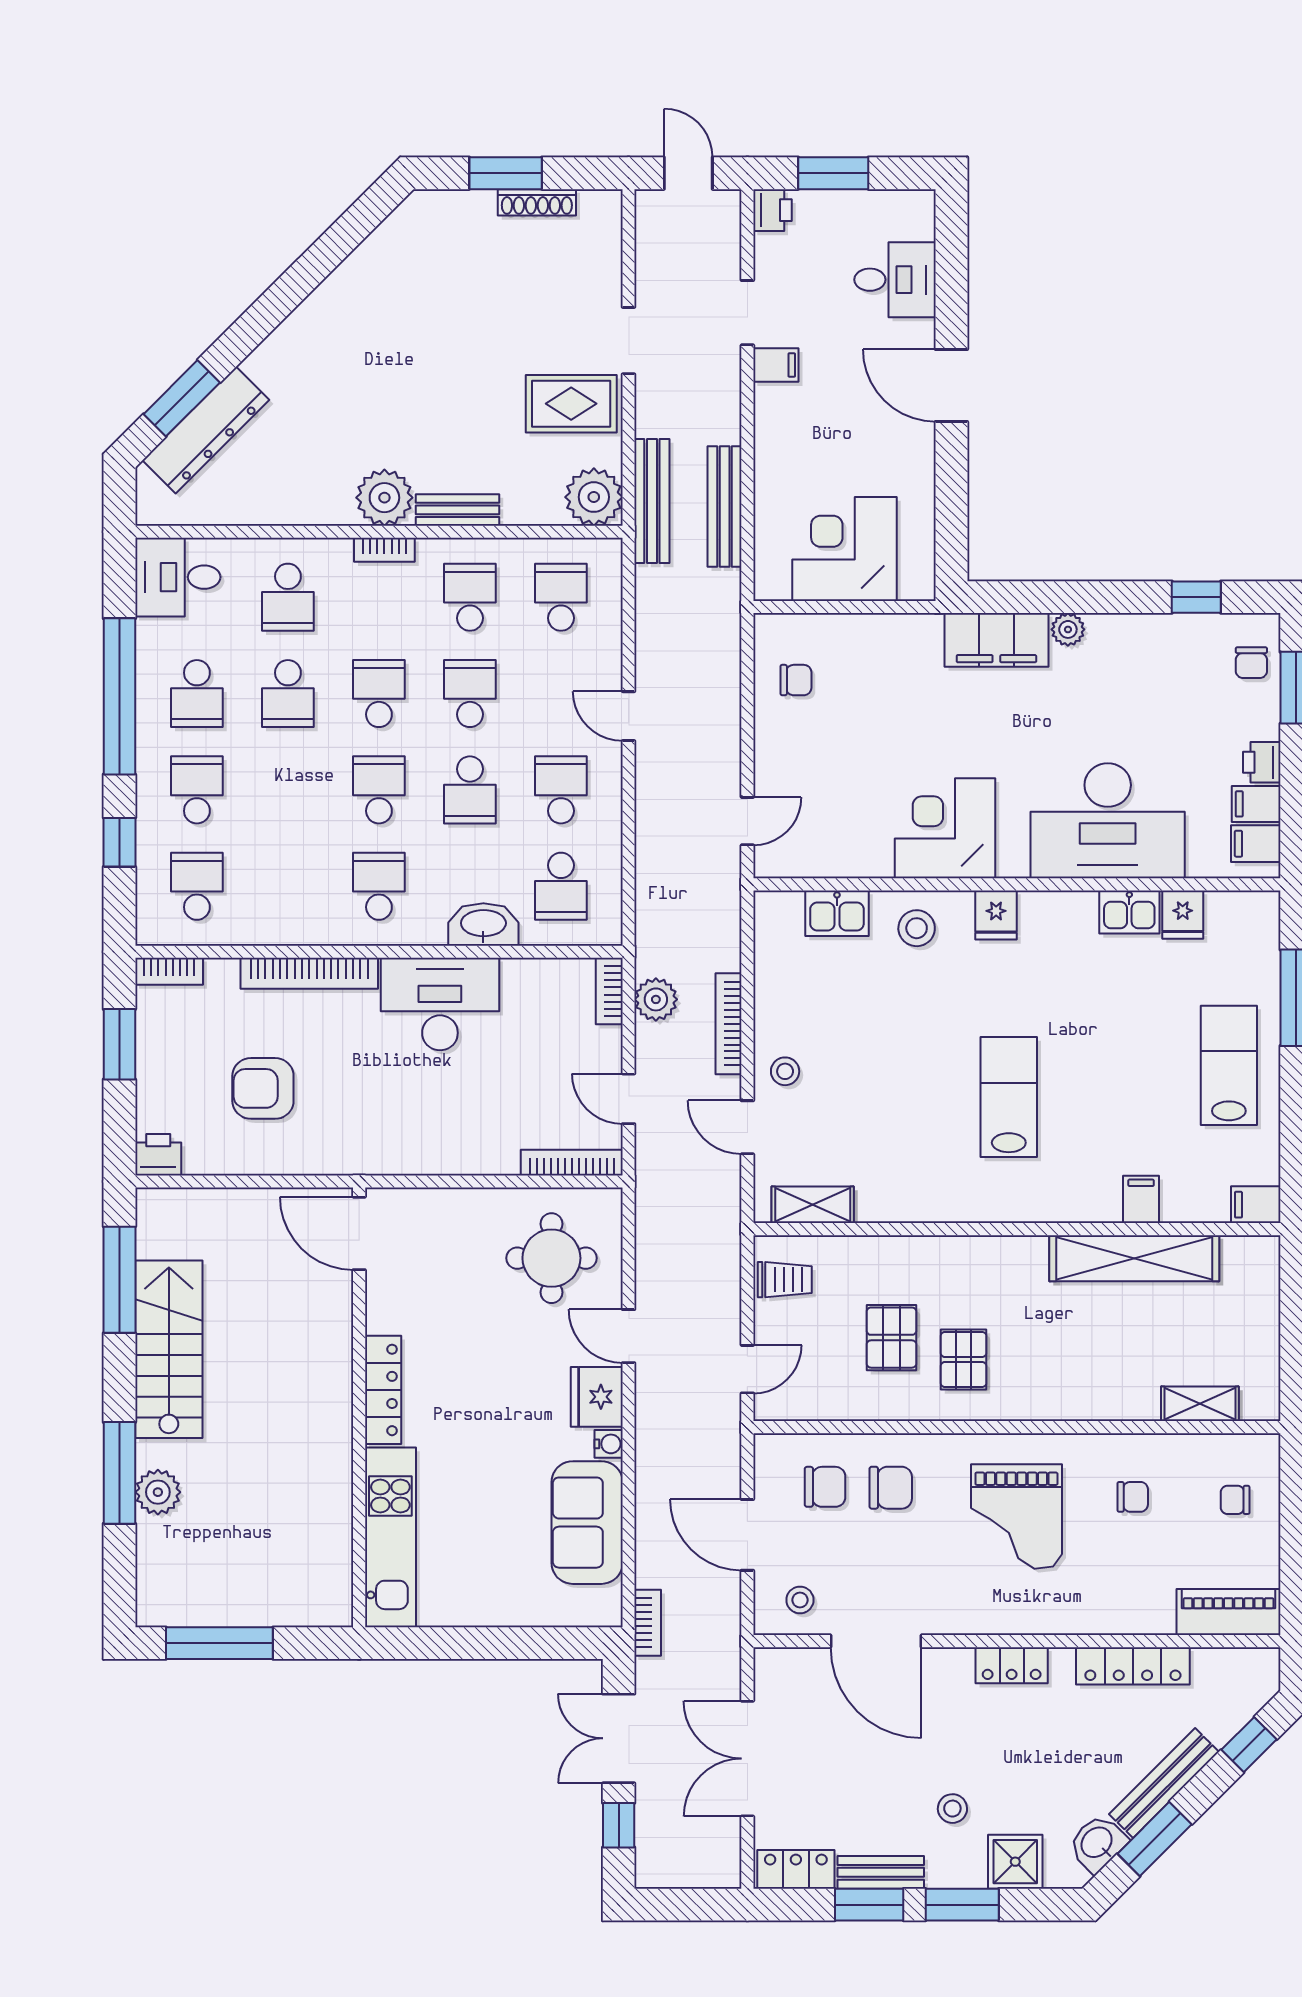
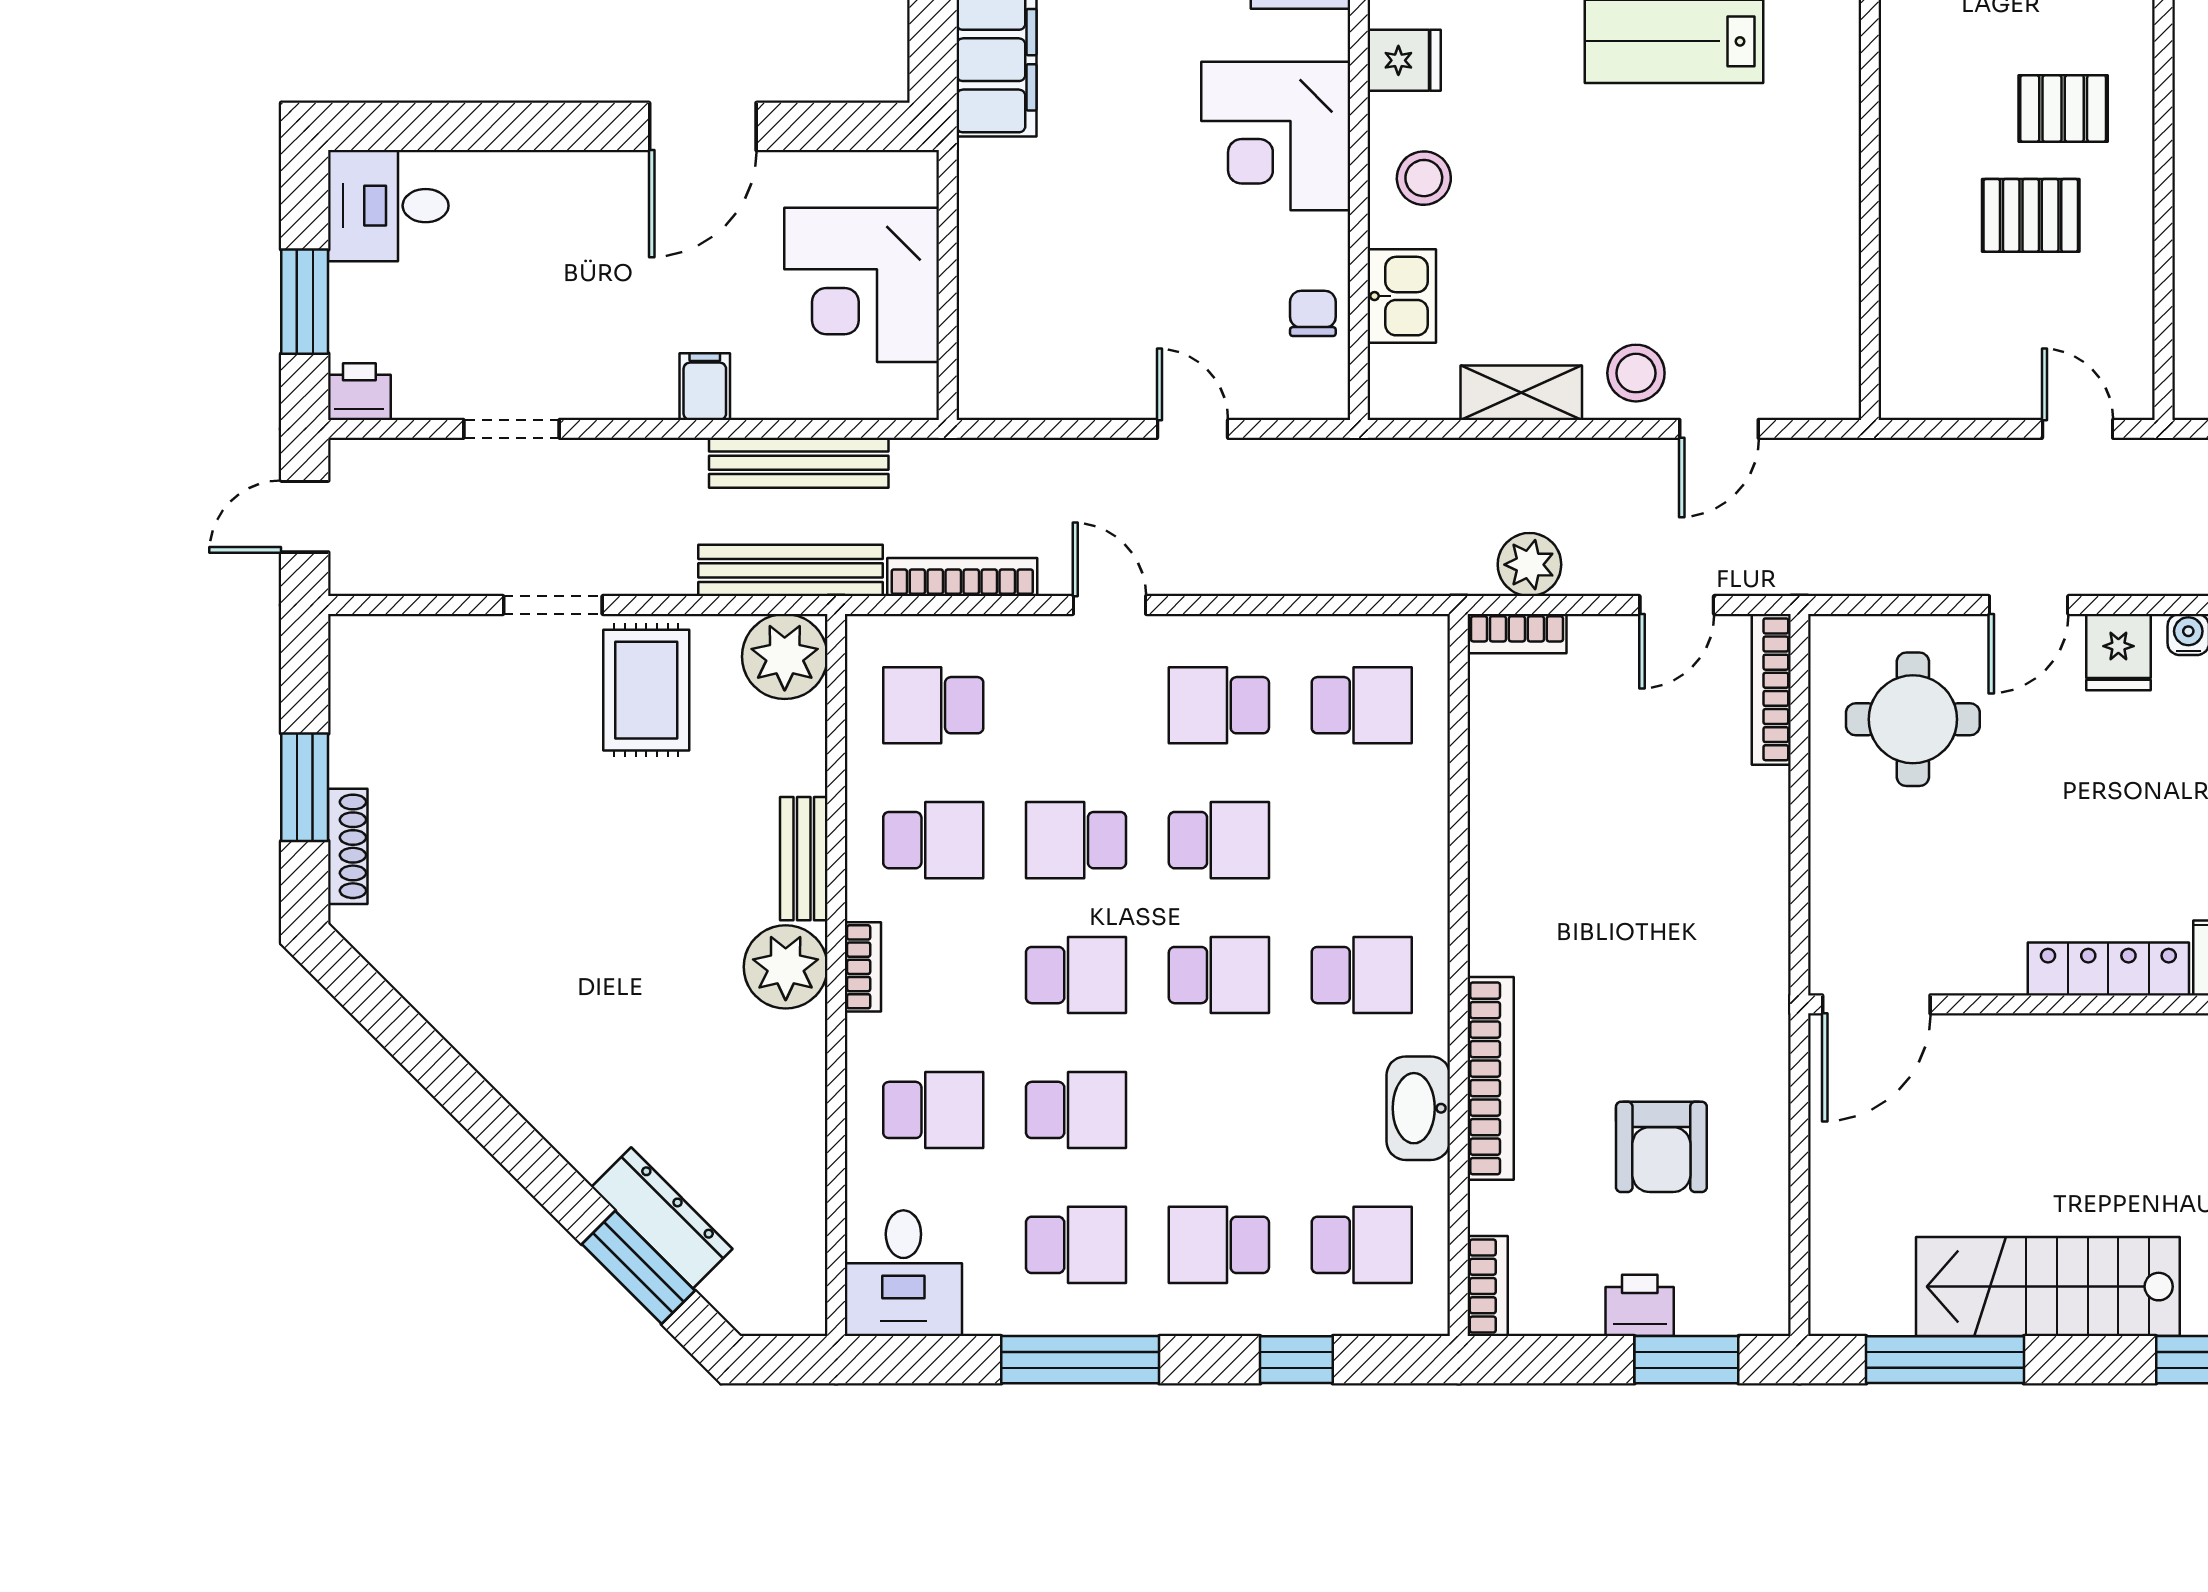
shoe rack: (537, 202) -> (348, 846), moved
desk: (895, 280) -> (388, 206), moved, turned -90
filing cabinet: (776, 365) -> (705, 387), moved
door: (951, 386) -> (703, 126), moved
dresser: (206, 430) -> (662, 1218), width x0.73, depth x0.80
school desk: (470, 597) -> (933, 840), turned 180
chair: (796, 680) -> (1313, 313), moved
school desk: (379, 694) -> (1076, 975), turned 180
window: (119, 696) -> (1080, 1360), width x0.68
door: (629, 716) -> (1109, 605), swing flipped
school desk: (379, 790) -> (1219, 975), turned 180
door: (747, 821) -> (1193, 429), moved
school desk: (197, 886) -> (1362, 1245), turned 180
school desk: (379, 886) -> (1362, 975), turned 180
washbasin: (483, 924) -> (1418, 1108), moved
desk: (440, 1004) -> (1536, 885), removed
bookcase: (729, 1024) -> (962, 577), moved, turned 180
window: (119, 1044) -> (1686, 1360), moved
stool: (785, 1071) -> (1636, 373), width x1.37, depth x1.37
printer: (158, 1155) -> (1640, 1305), moved, turned 90
shelving: (813, 1205) -> (1521, 393), moved, turned 90
trolley: (785, 1280) -> (1945, 373), removed
fridge: (597, 1397) -> (2118, 652), width x0.72

